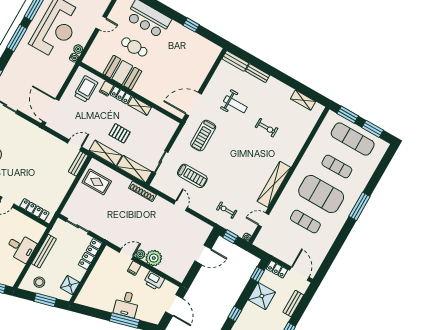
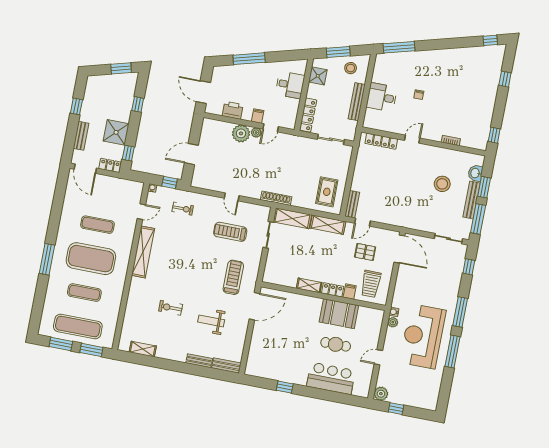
pallet: (120, 133) -> (365, 252), moved
rug: (97, 182) -> (327, 192), turned 90
desk: (127, 304) -> (290, 85), moved, turned 105

